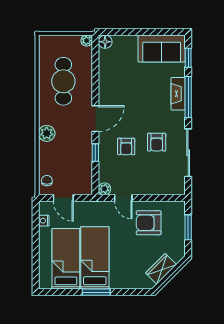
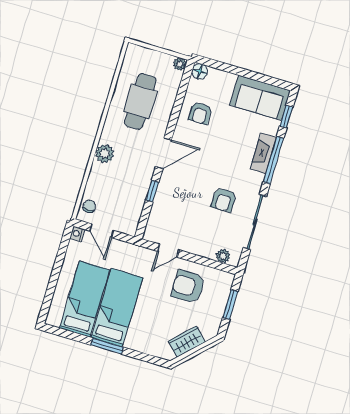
armchair: (126, 146) -> (200, 113), moved
plant: (104, 189) -> (223, 256), moved
door: (123, 198) -> (168, 251), hinge flipped
nightstand: (44, 221) -> (77, 234), moved

